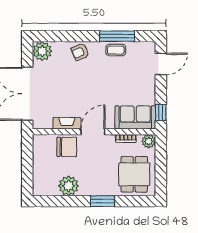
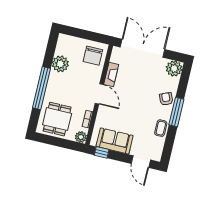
window: (117, 36) -> (176, 112), moved
sofa: (135, 117) -> (115, 141), moved, turned -90
chair: (67, 147) -> (93, 56), moved
dining table: (134, 174) -> (57, 119), turned 90
window: (102, 201) -> (41, 88), width x2.11

